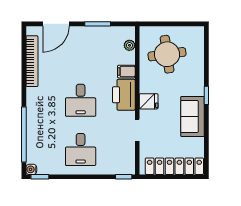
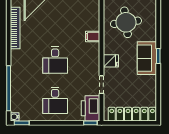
plant: (129, 45) -> (95, 15), removed
printer: (124, 95) -> (91, 108), moved
sofa: (192, 116) -> (147, 58), moved

